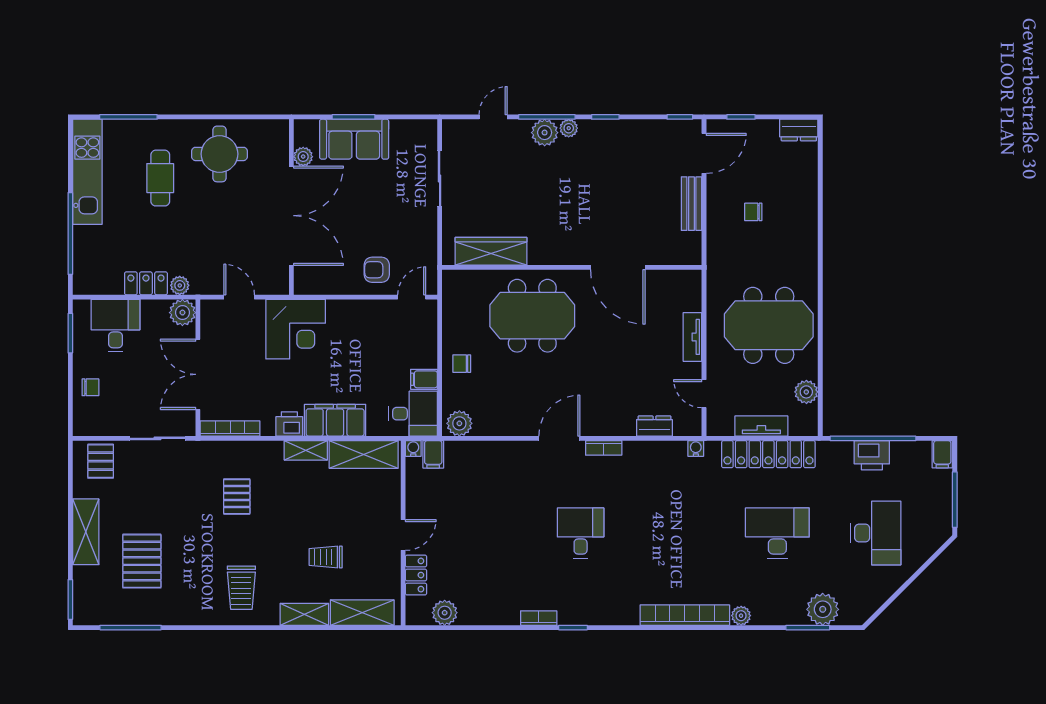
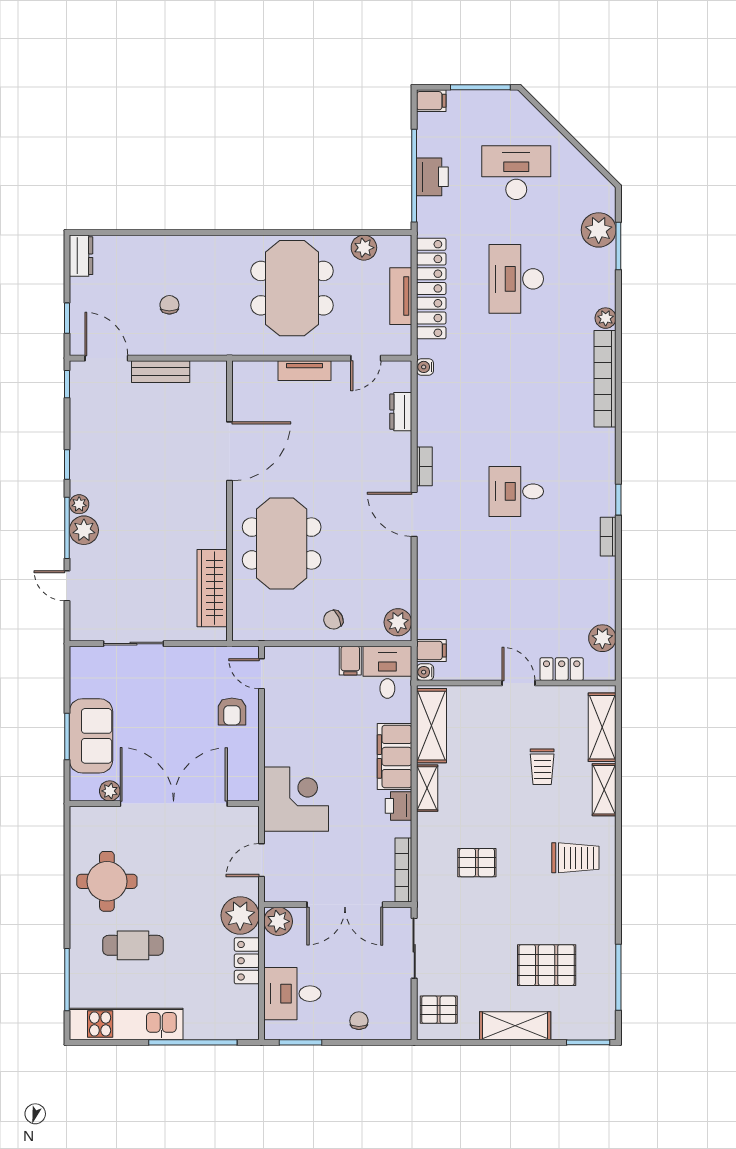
chair: (753, 212) -> (169, 305), turned 180
plant: (180, 285) -> (240, 915), width x1.88, depth x1.88
chair: (462, 364) -> (333, 620), turned 65

